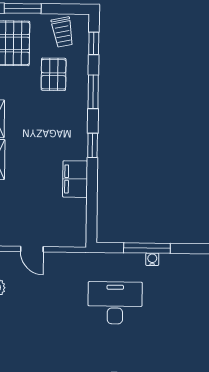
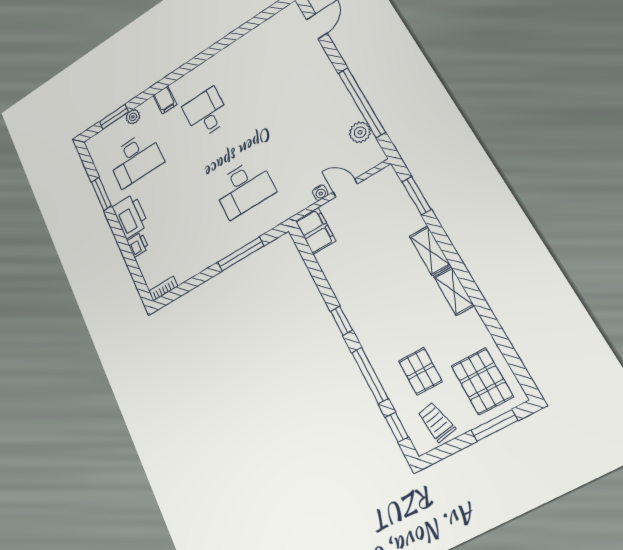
window: (93, 92) -> (370, 375), width x1.44
filing cabinet: (75, 179) -> (316, 231), moved
water cooler: (152, 259) -> (320, 193), moved

